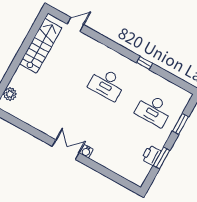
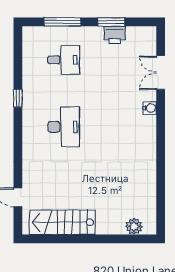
desk: (154, 110) -> (64, 60), width x0.73
window: (180, 124) -> (63, 22), width x1.44
double door: (66, 150) -> (161, 73), moved

